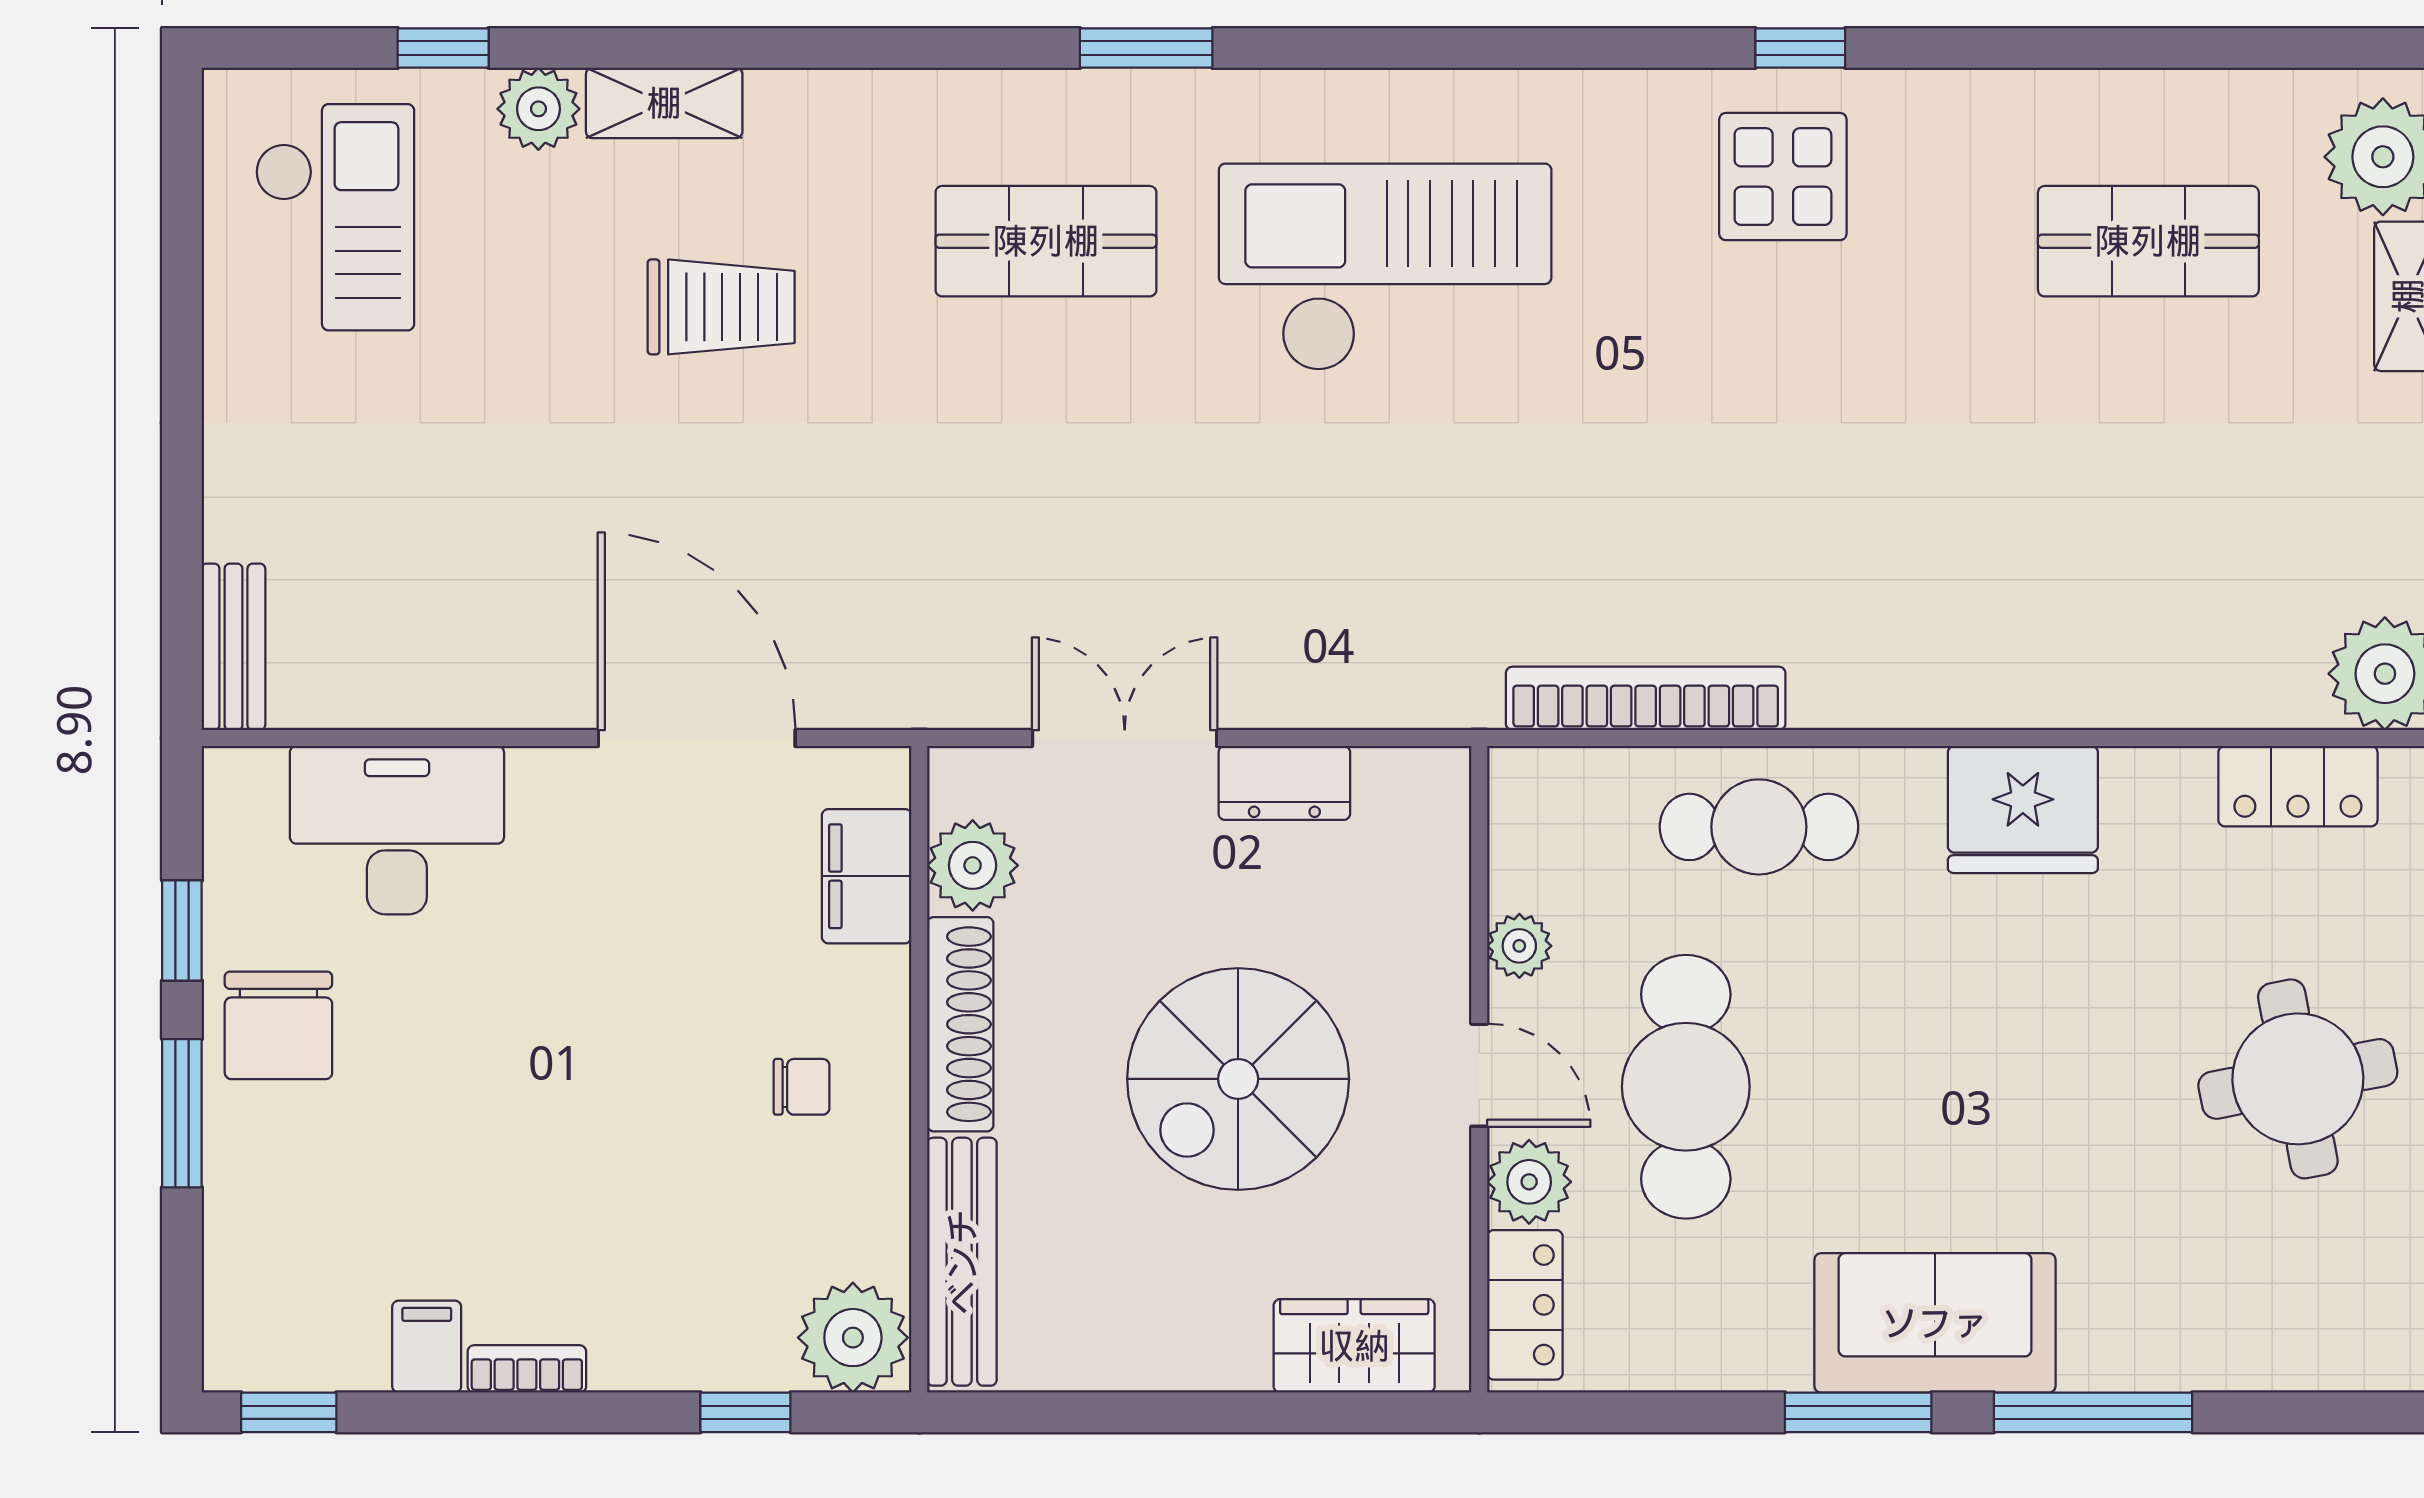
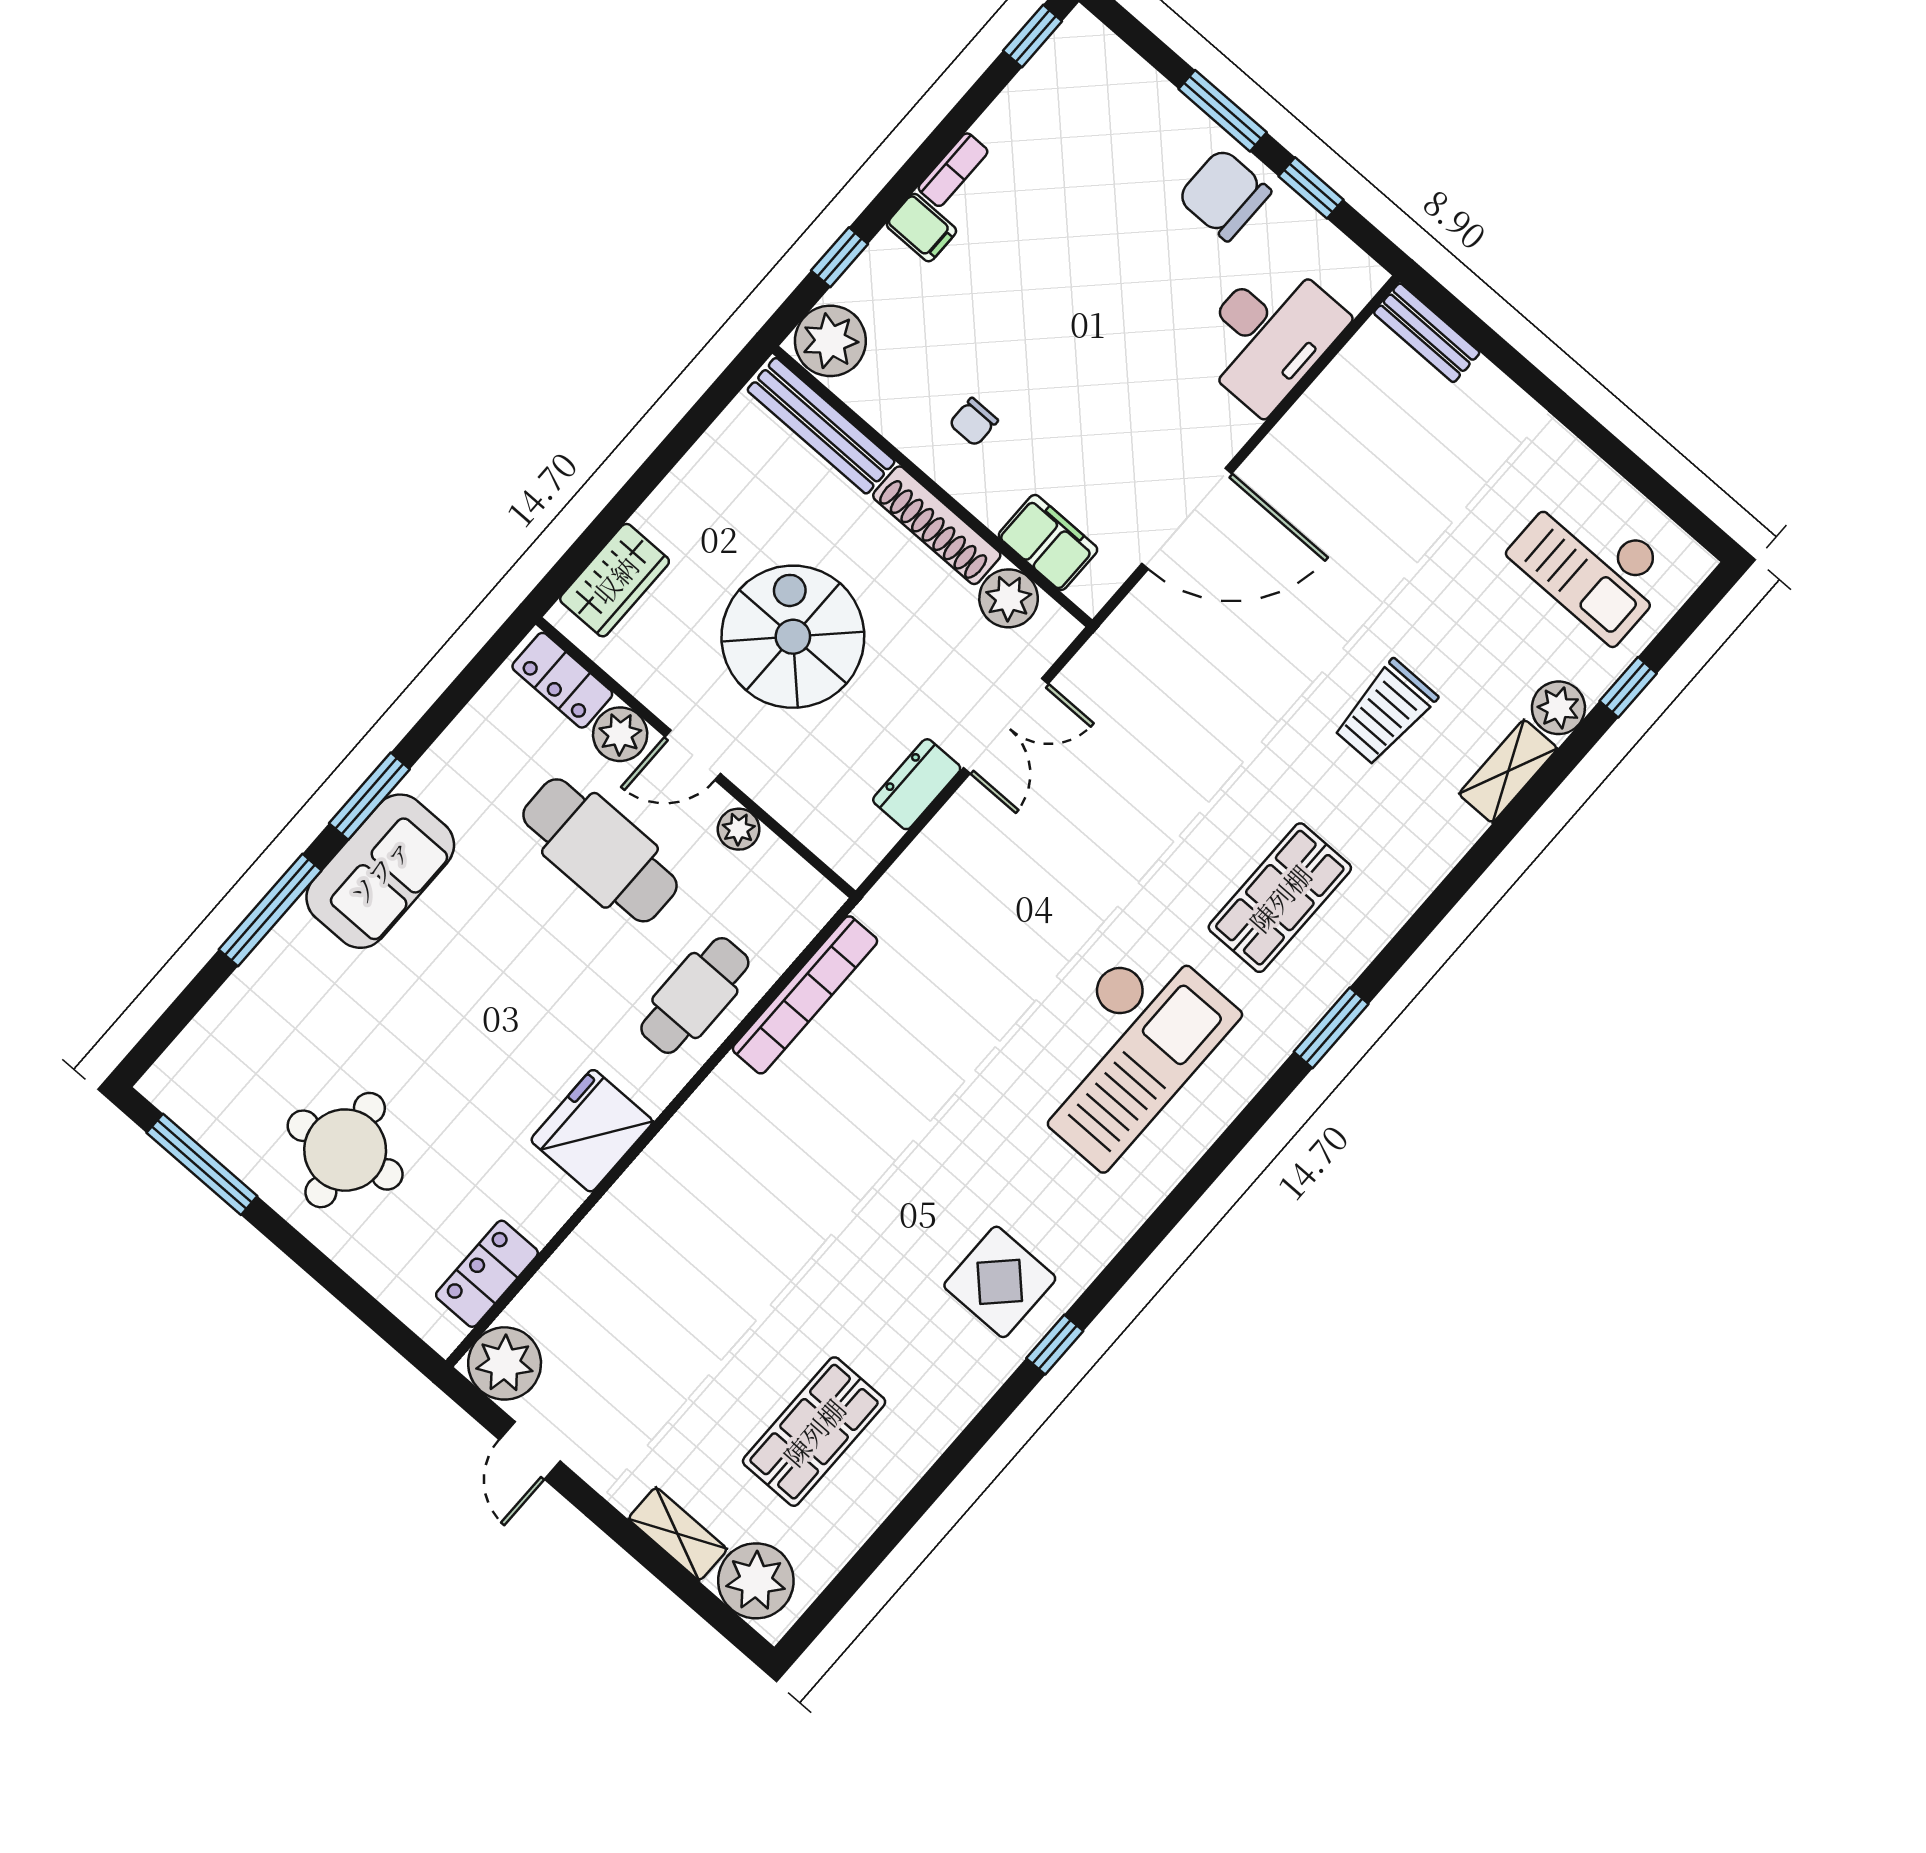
filing cabinet: (427, 1347) -> (921, 228), moved

